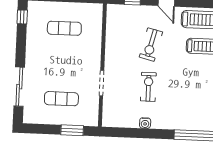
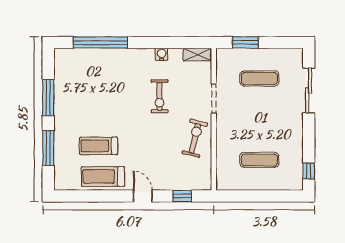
exercise bike: (151, 44) -> (195, 138), moved
shelving: (114, 122) -> (197, 55), added

